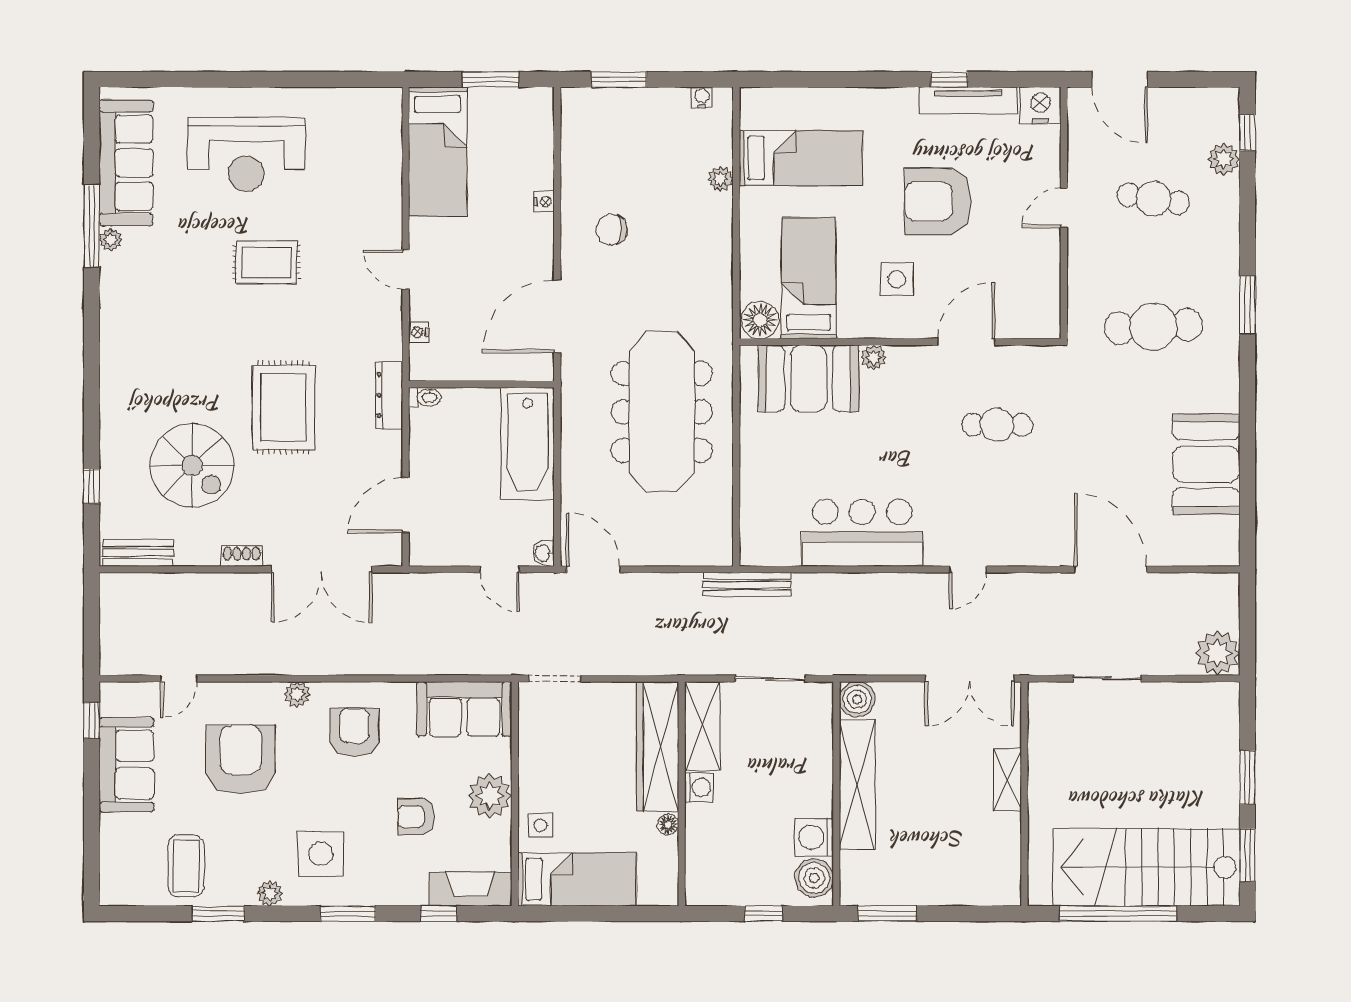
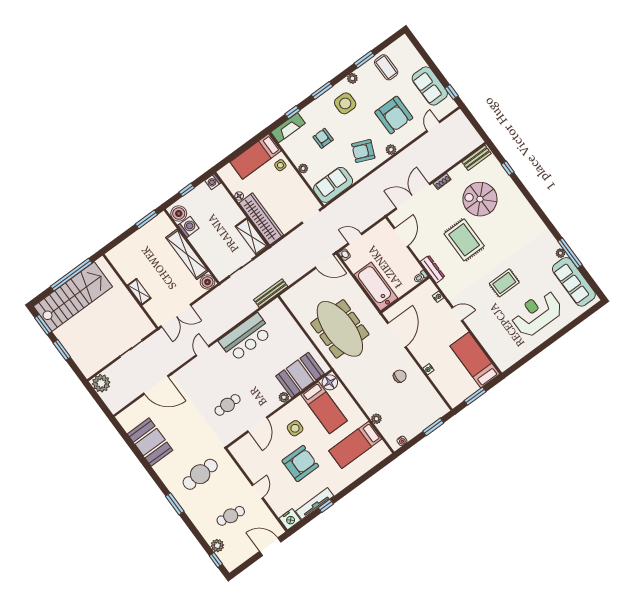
double door: (970, 679) -> (176, 316), swing flipped
armchair: (354, 732) -> (363, 151), turned 113
washing machine: (699, 787) -> (213, 182), moved
plant: (490, 796) -> (303, 168), width x0.53, depth x0.53
armchair: (416, 817) -> (323, 138), turned -90

